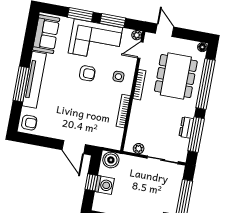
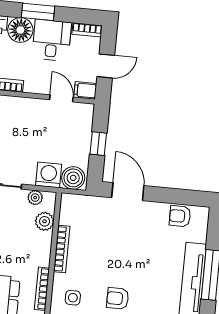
armchair: (29, 123) -> (180, 216), moved
plant: (134, 131) -> (45, 221), added
washing machine: (105, 185) -> (49, 175), moved, turned 90

